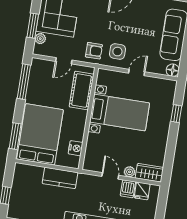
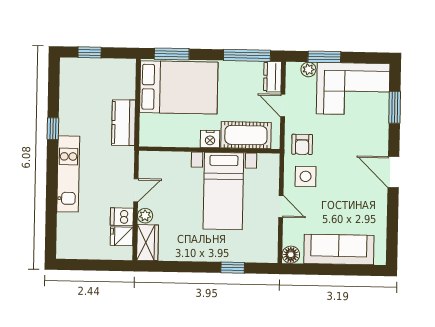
dresser: (42, 65) -> (273, 77), added
nightstand: (76, 148) -> (210, 139), moved

